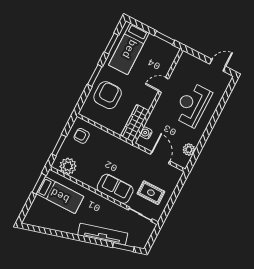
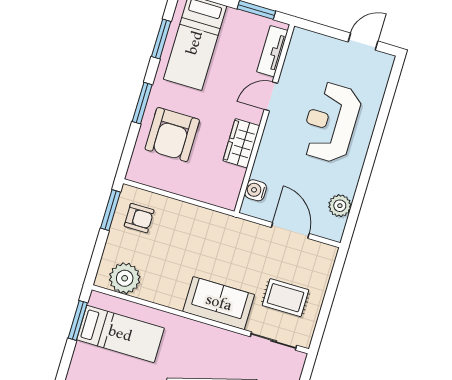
tv unit: (169, 61) -> (272, 51), added
armchair: (108, 95) -> (172, 135), turned 180
wardrobe: (135, 123) -> (241, 143), moved, width x0.67
armchair: (82, 136) -> (139, 218), turned 180
window: (59, 145) -> (110, 210), moved

